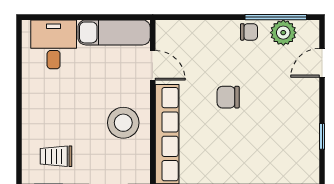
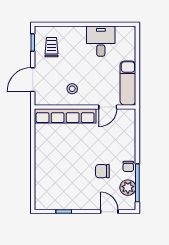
desk: (54, 44) -> (101, 41), moved, turned -90
chair: (228, 97) -> (102, 171), moved, turned -90
stool: (123, 123) -> (72, 89), width x0.53, depth x0.53

